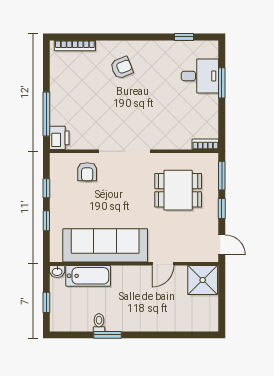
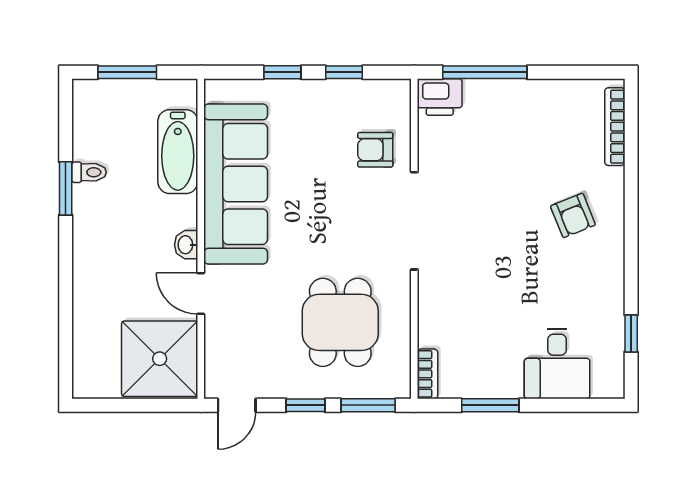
window: (222, 83) -> (490, 405), moved
washbasin: (57, 271) -> (186, 245), moved
shower: (203, 280) -> (160, 359), width x1.37, depth x1.37
window: (46, 302) -> (127, 72), width x1.50

